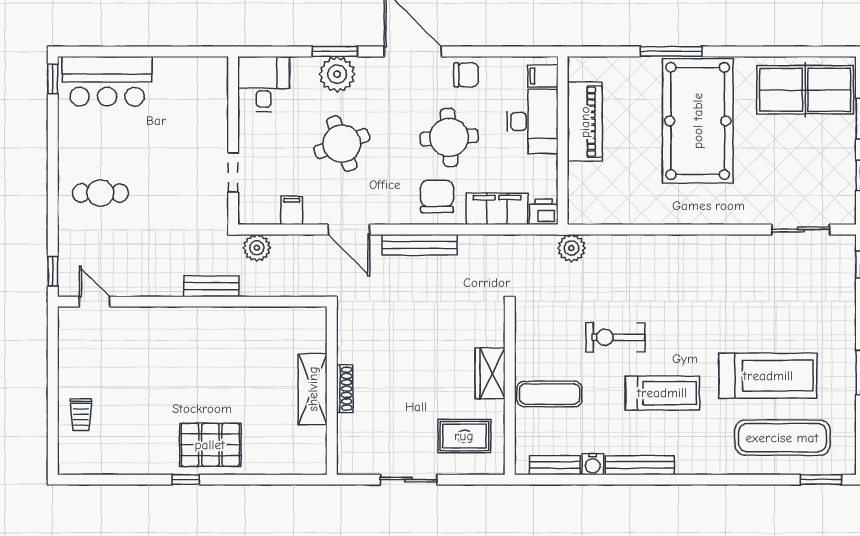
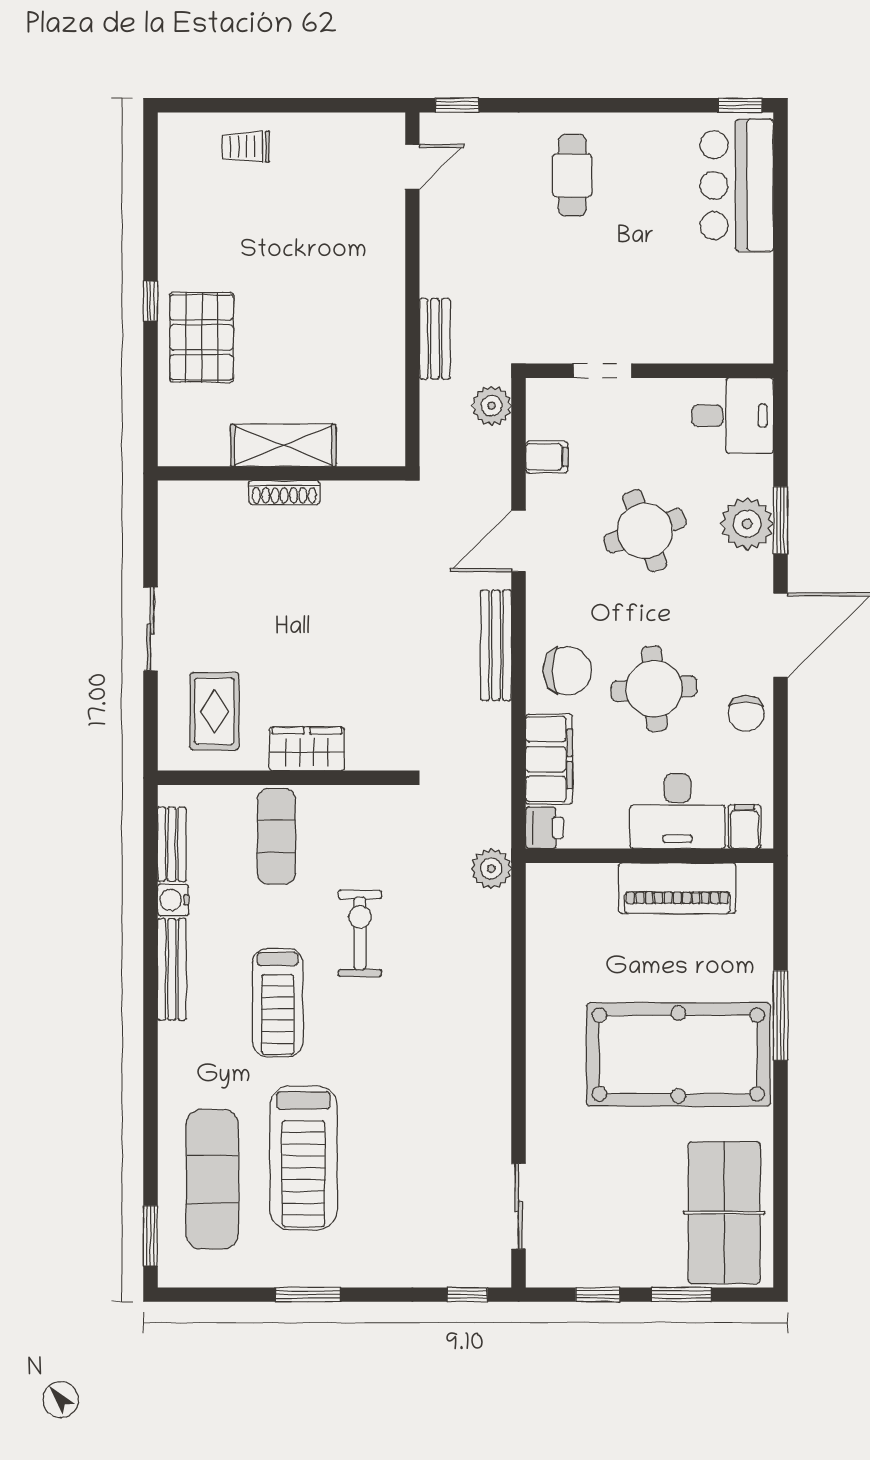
shelving: (313, 389) -> (283, 445), moved
shoe rack: (345, 389) -> (284, 492), moved
wall: (332, 391) -> (281, 473), moved

